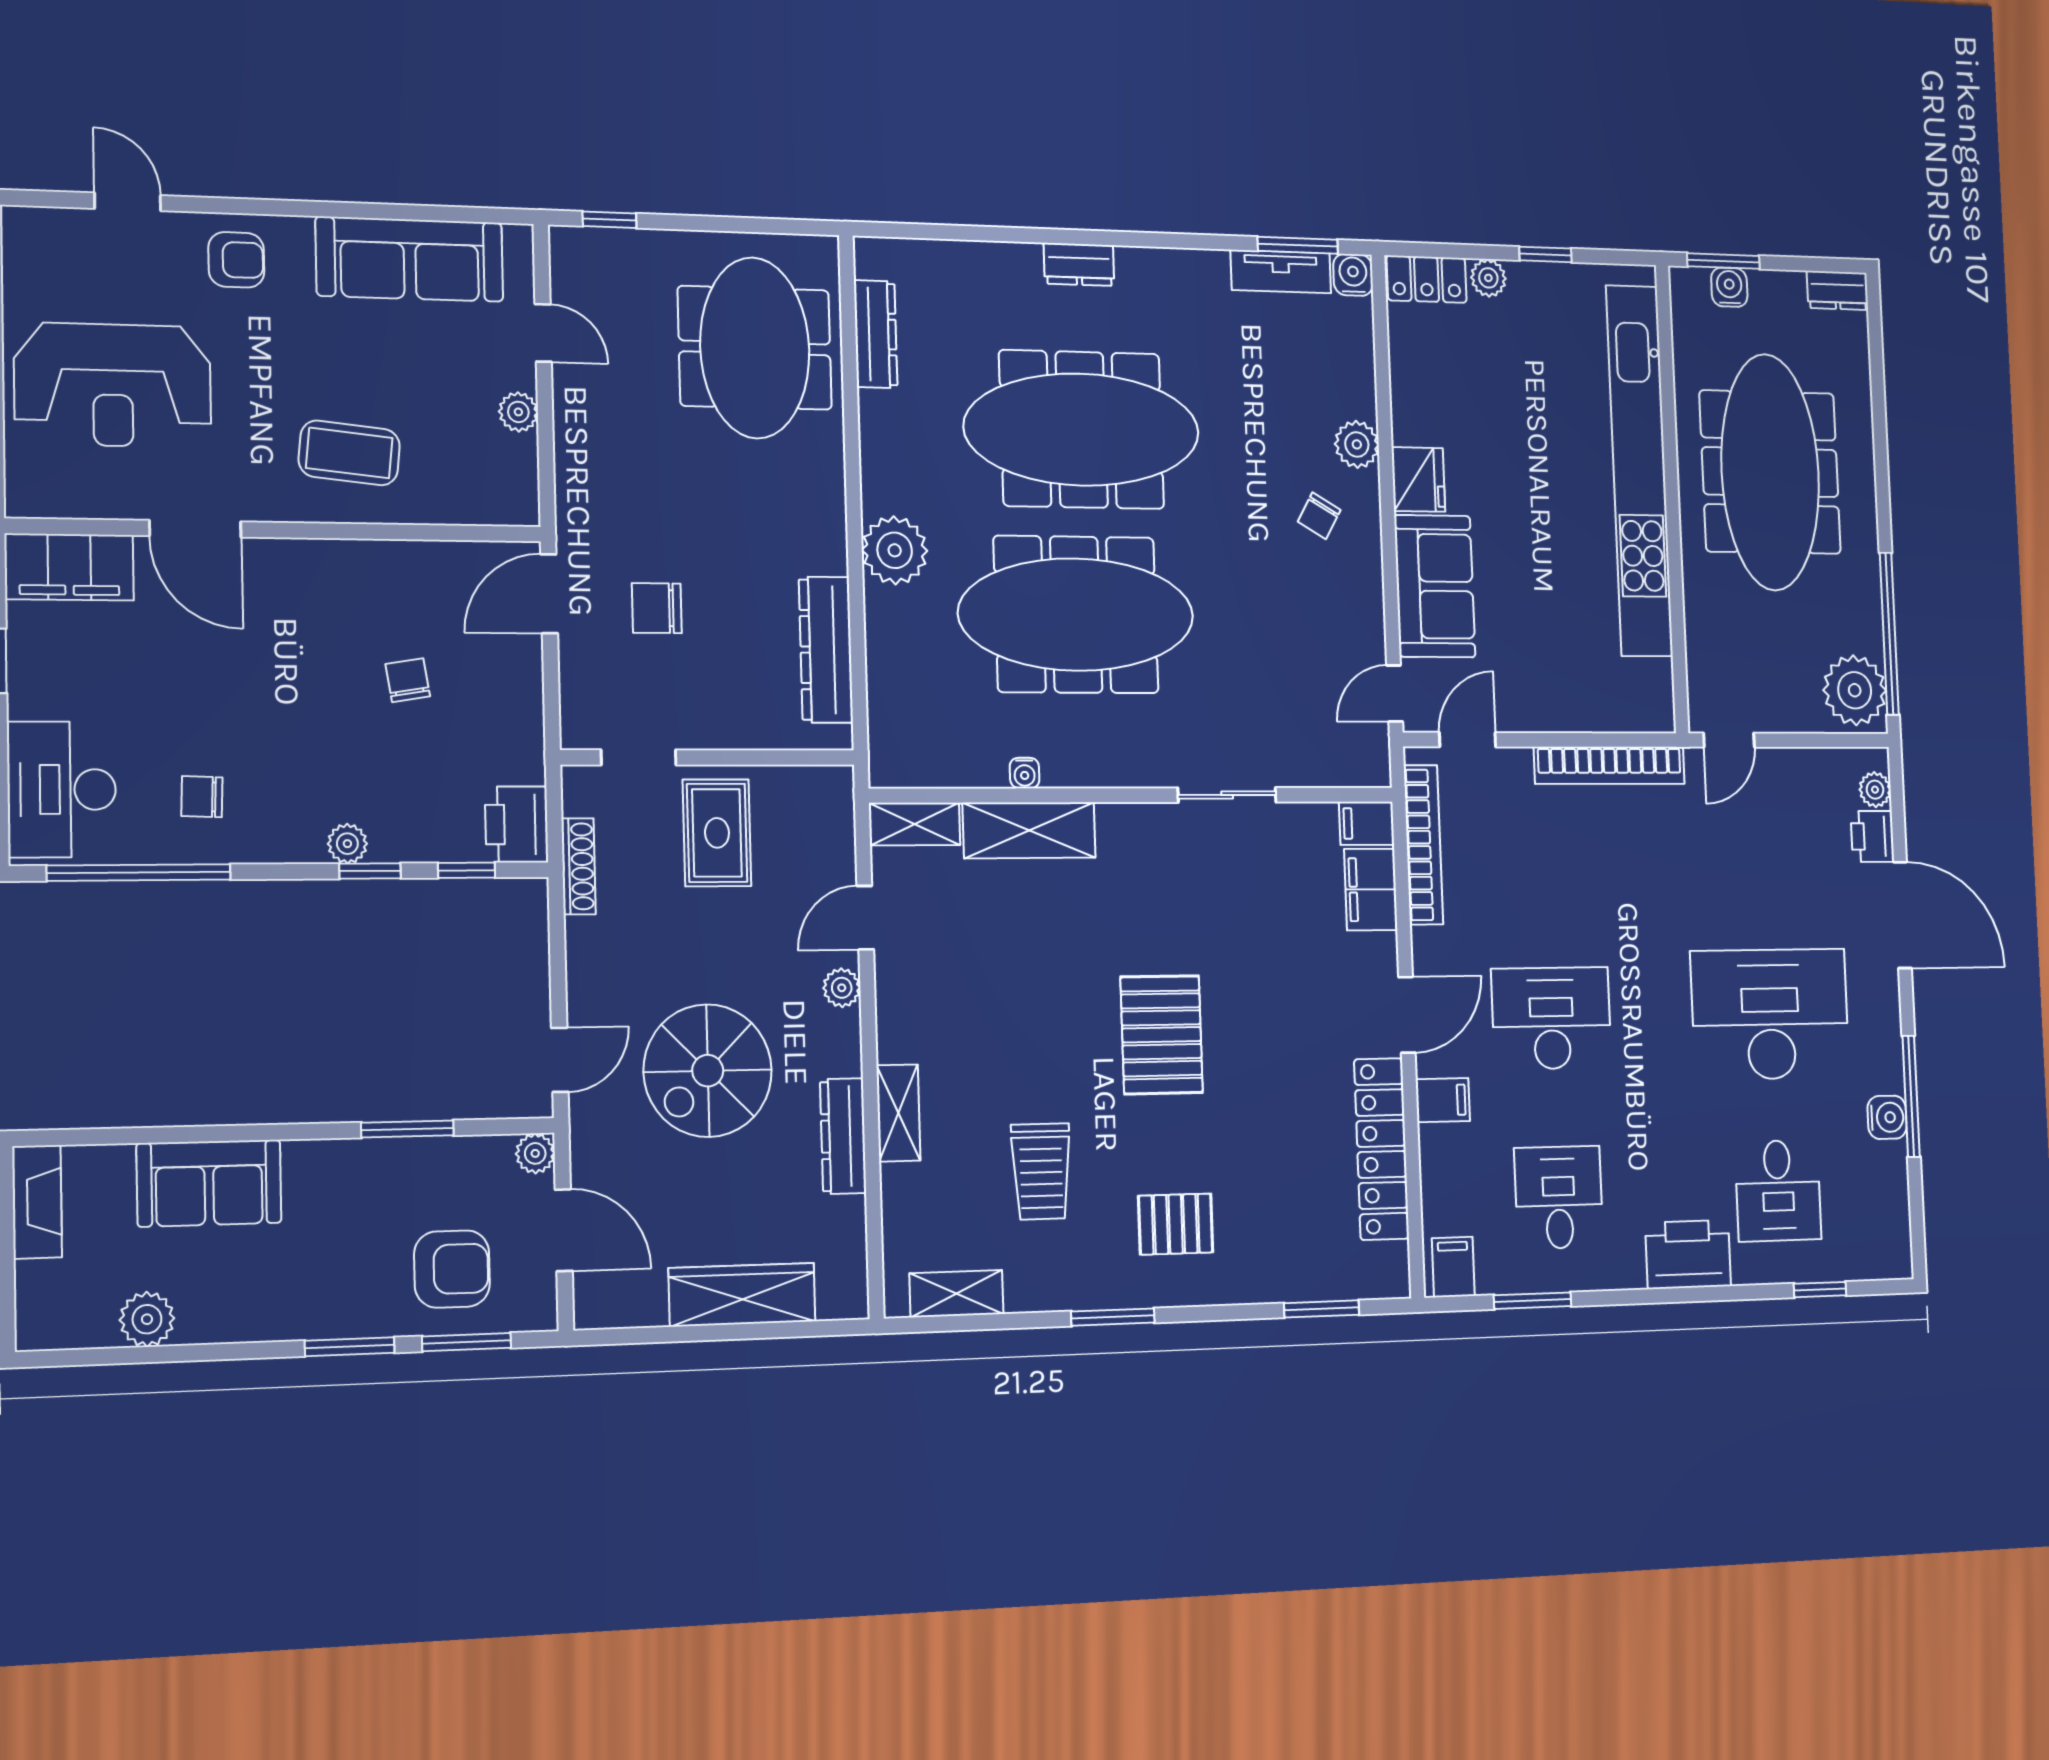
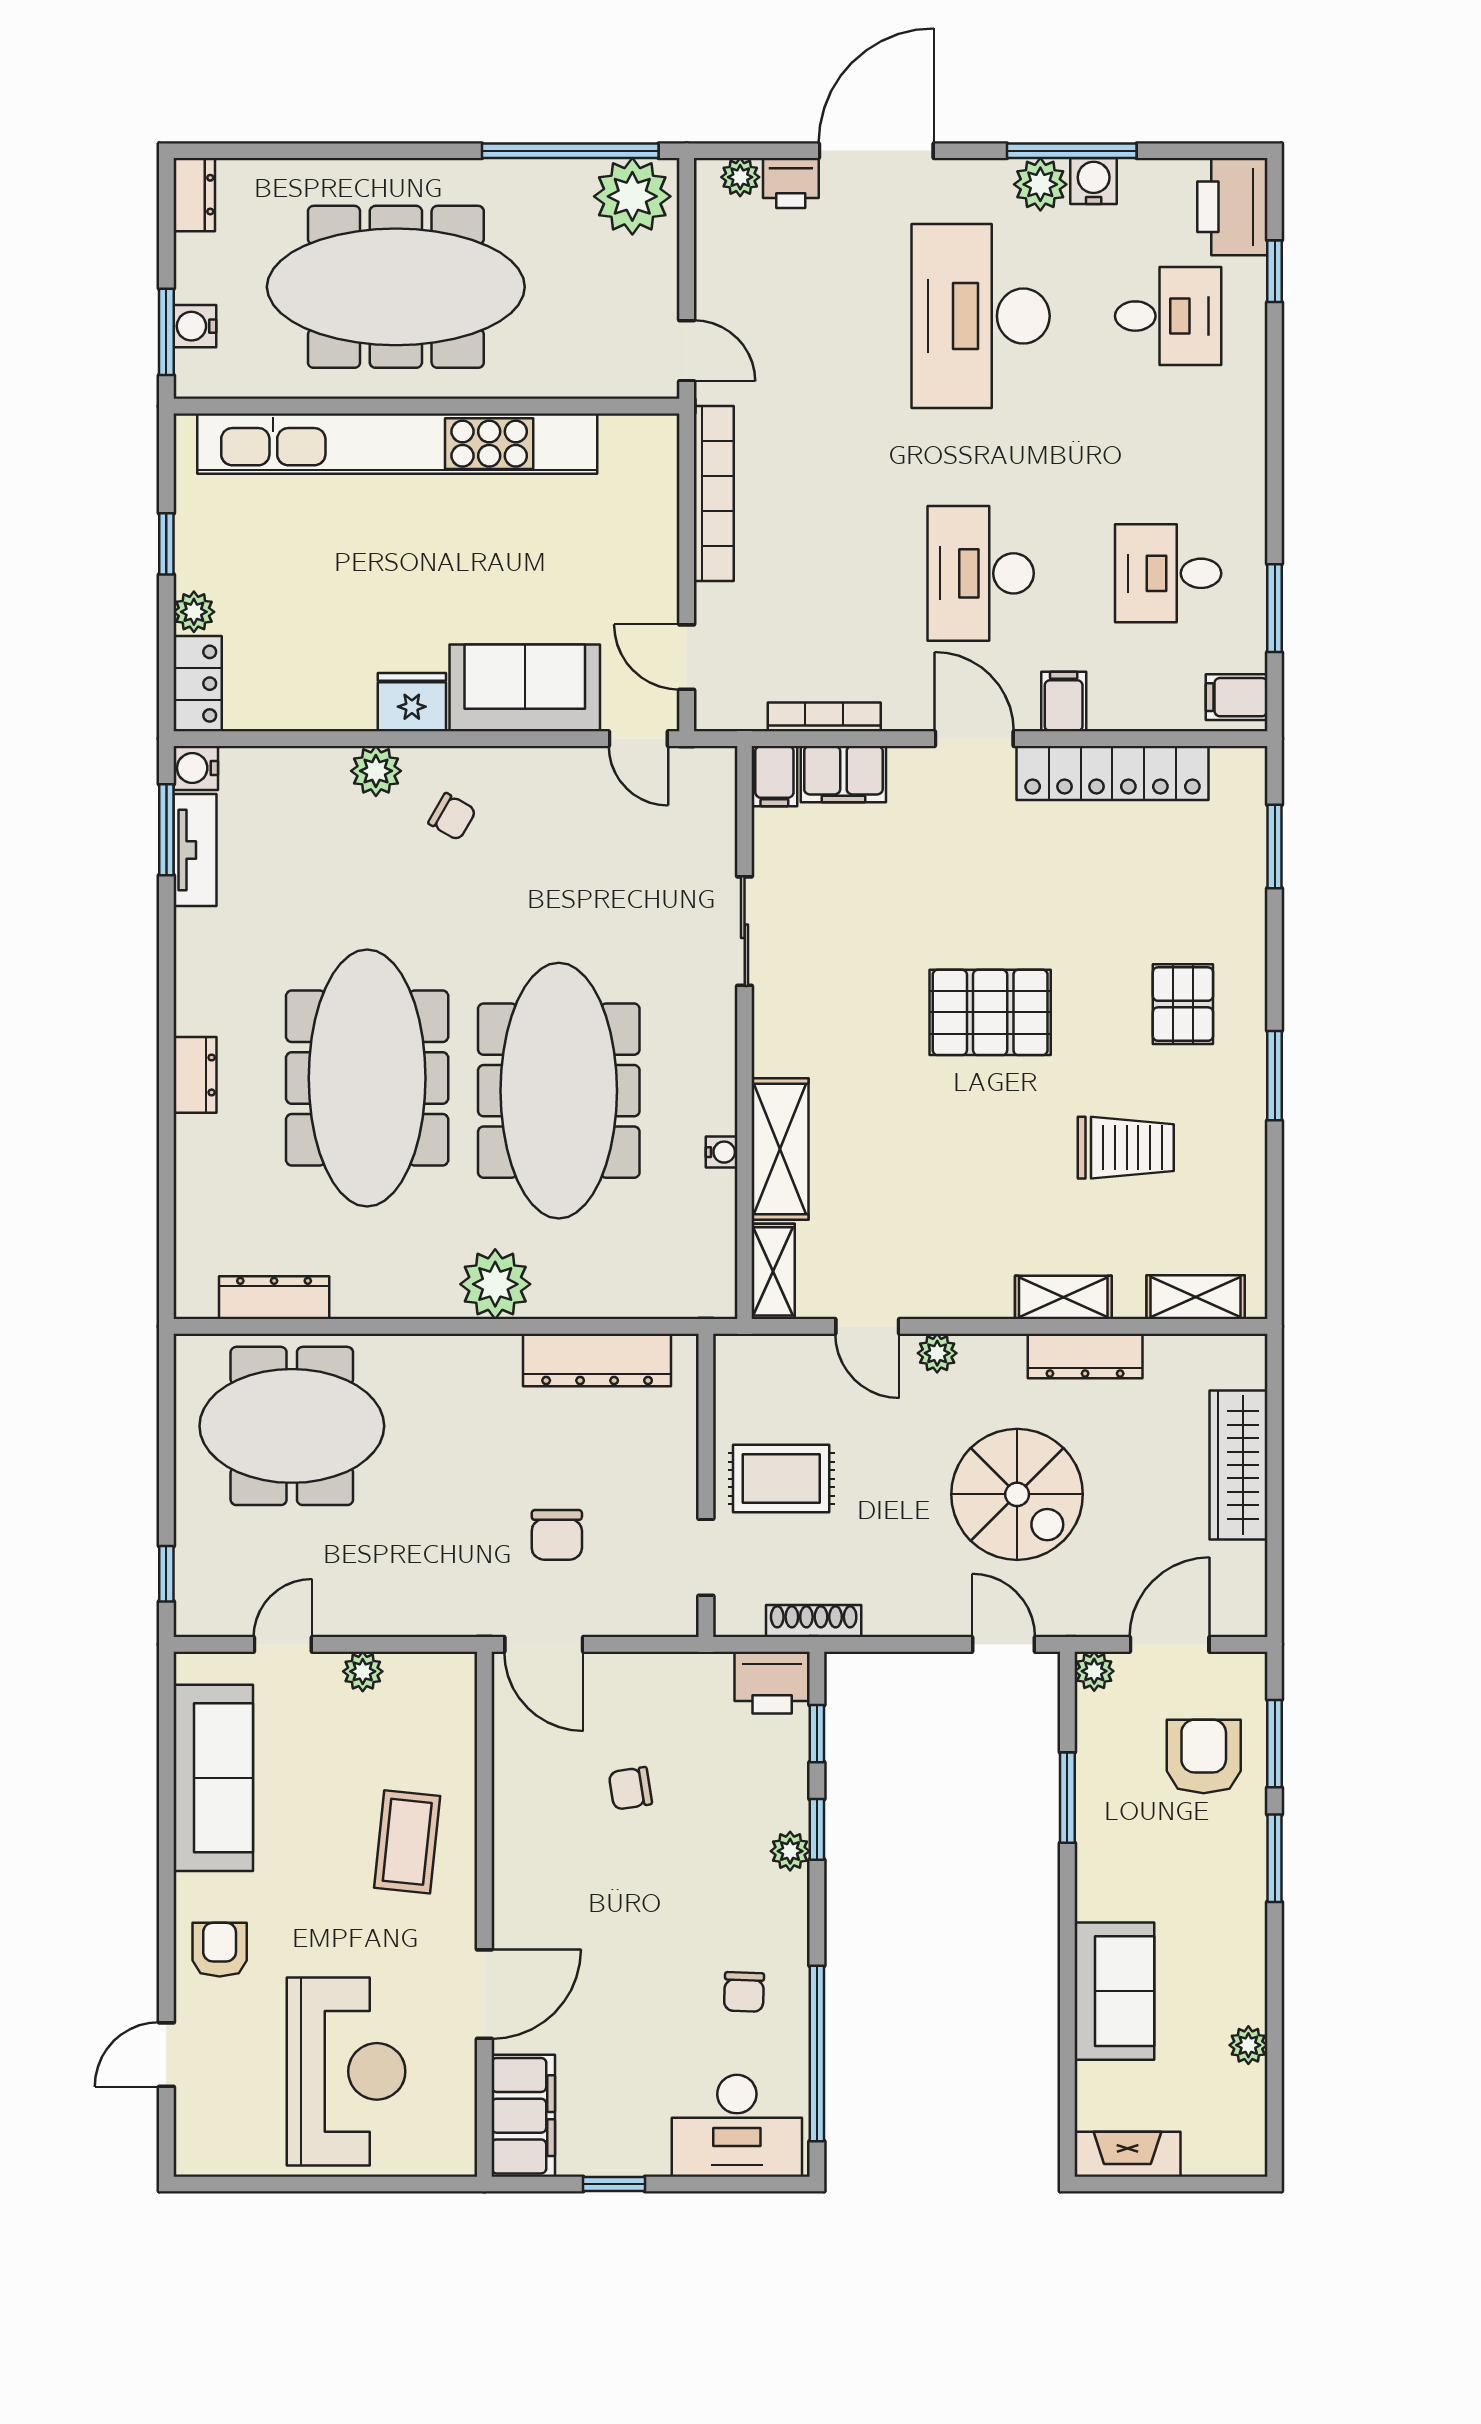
bookcase: (1423, 845) -> (824, 717), width x0.68, depth x0.76
plant: (1882, 1068) -> (1040, 184), added
printer: (1688, 1254) -> (1232, 207), moved
shelving: (956, 1294) -> (1196, 1297), moved, turned 90
plant: (147, 1319) -> (1248, 2045), width x0.73, depth x0.73

